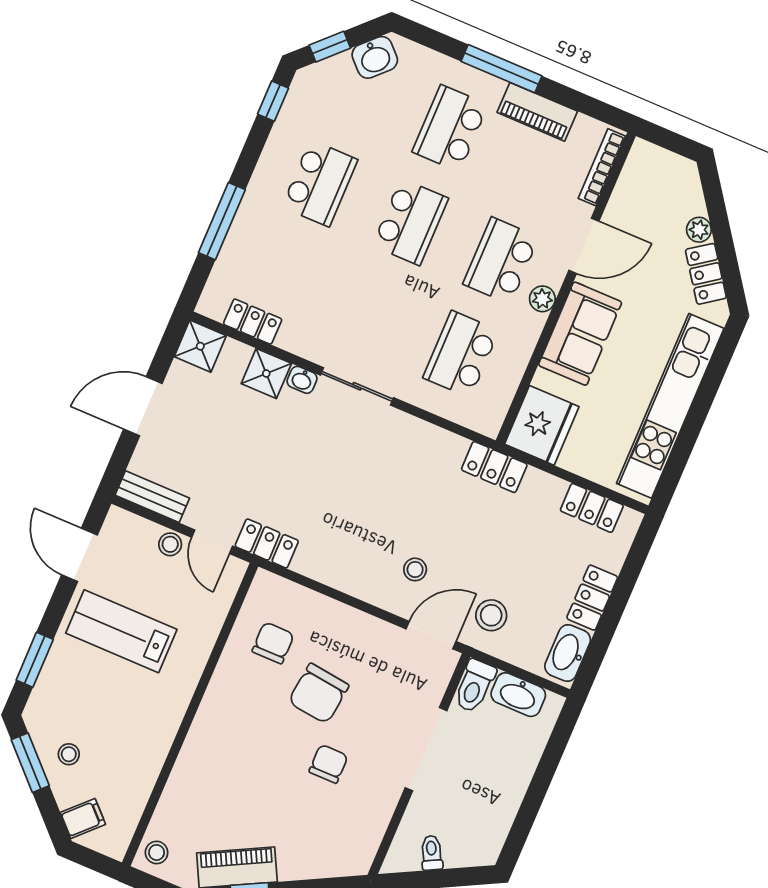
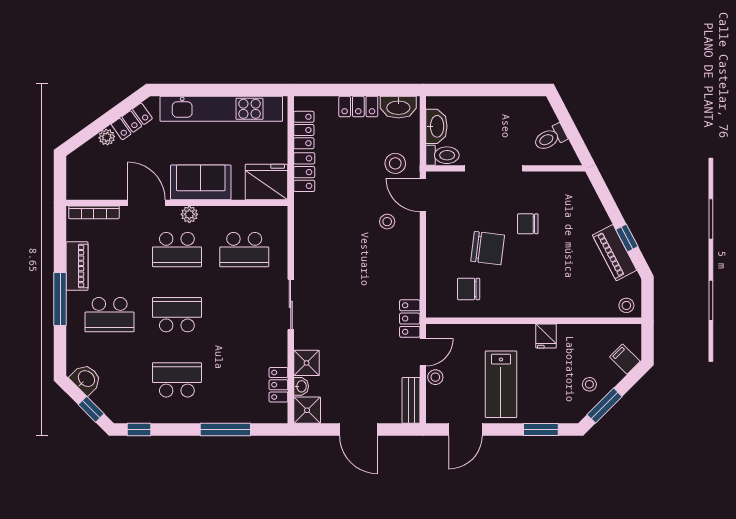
washbasin: (302, 380) -> (301, 386), moved
locker: (494, 467) -> (304, 172), moved
fridge: (162, 723) -> (546, 336), added
toilet: (432, 853) -> (550, 138), width x1.37, depth x1.39

